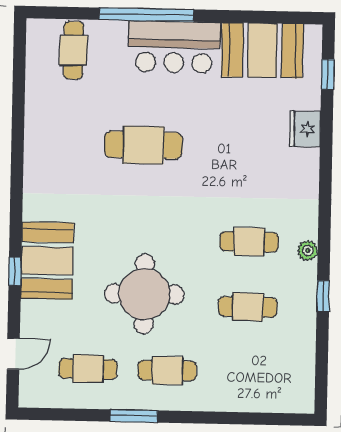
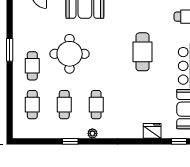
cafe table: (88, 369) -> (32, 105), moved

